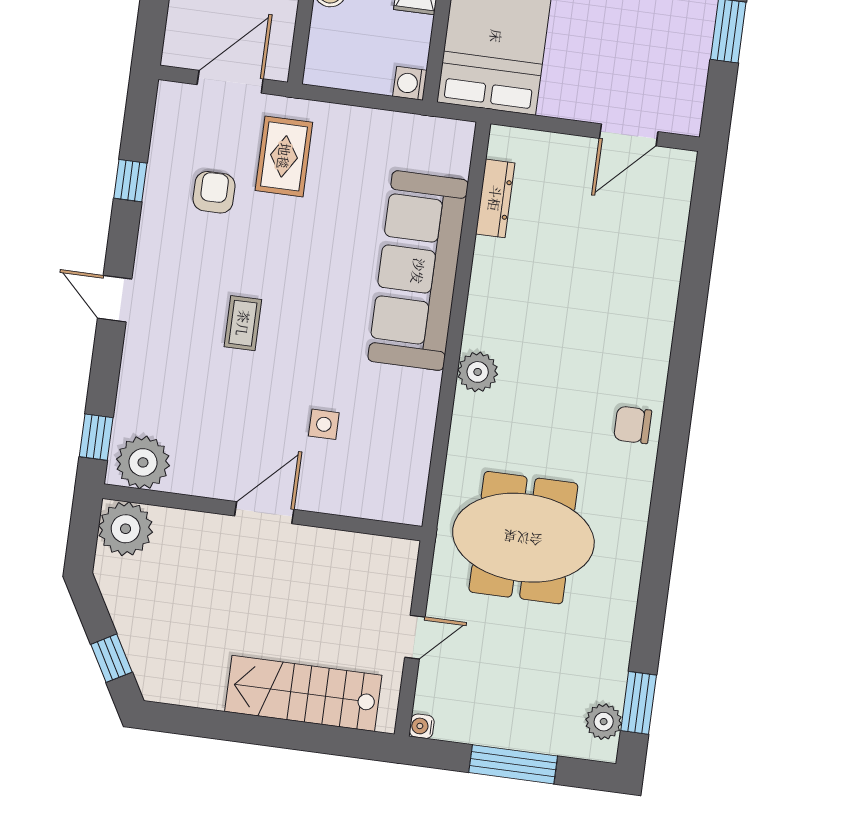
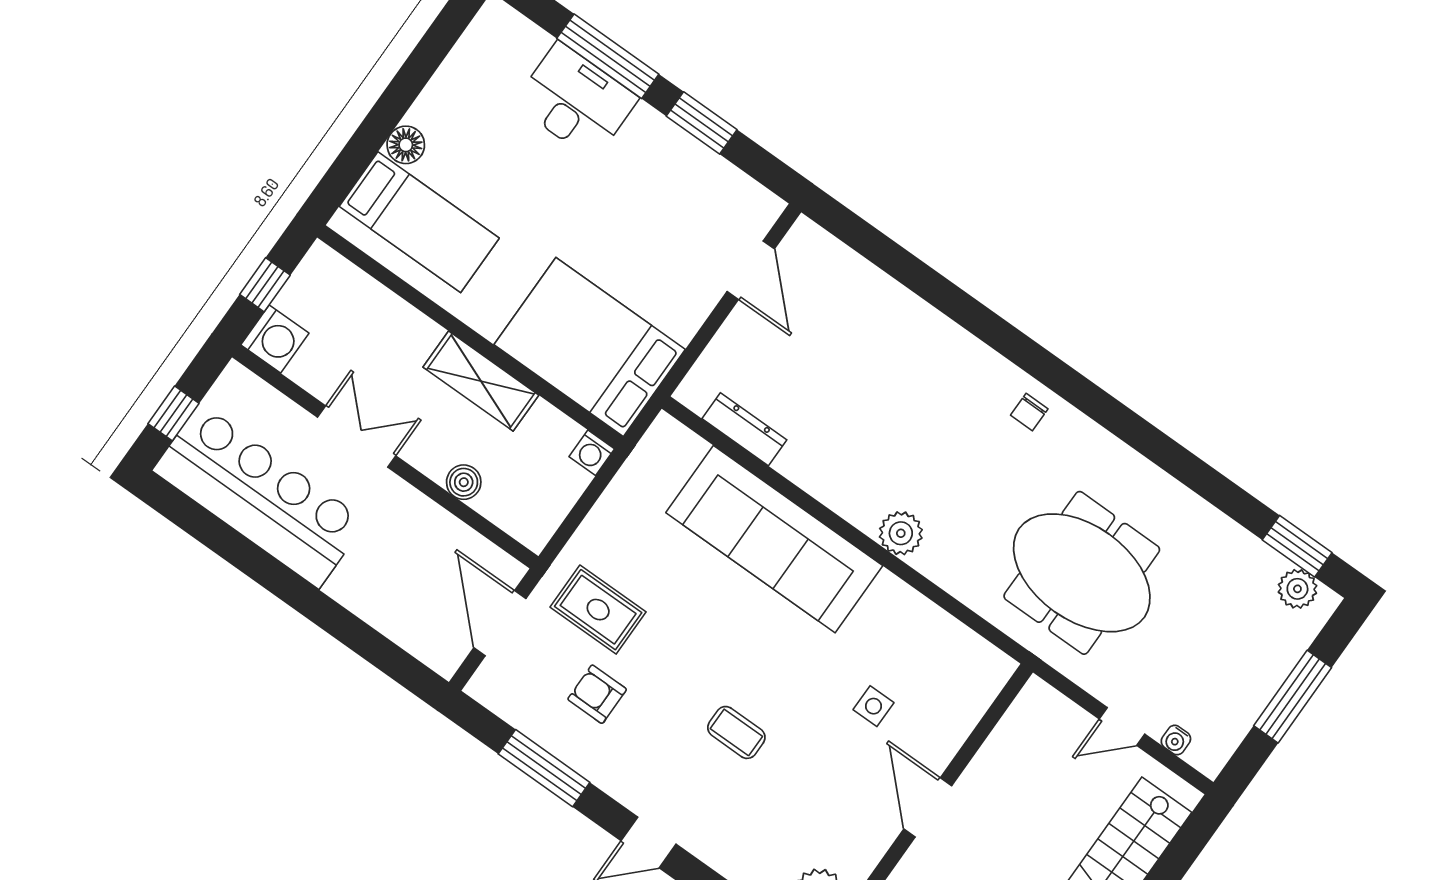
window: (130, 181) -> (544, 768), width x2.17
chair: (633, 425) -> (1029, 412), width x0.73, depth x0.73
meeting table: (523, 538) -> (1082, 573), turned 90
door: (415, 637) -> (1122, 726), swing flipped
water cooler: (422, 726) -> (1176, 740), moved

